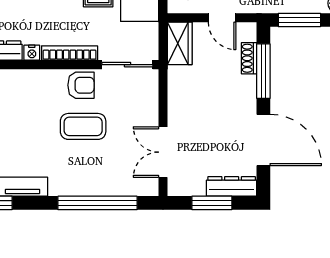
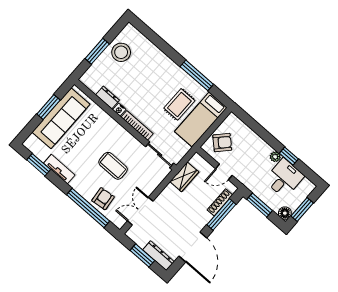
door: (222, 18) -> (224, 172), hinge flipped
wardrobe: (180, 43) -> (184, 177), moved
shoe rack: (249, 58) -> (220, 202), width x1.43
armchair: (81, 85) -> (103, 199), moved, turned -96

